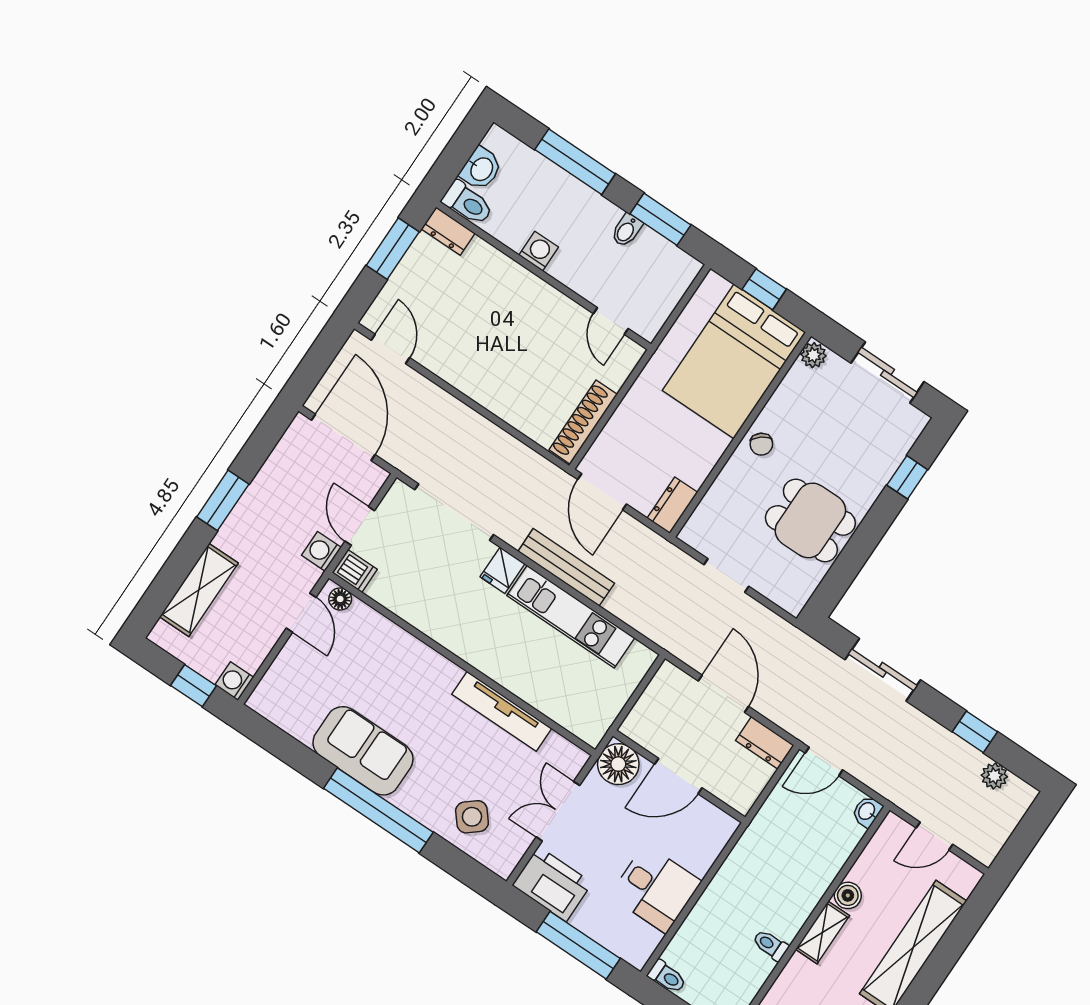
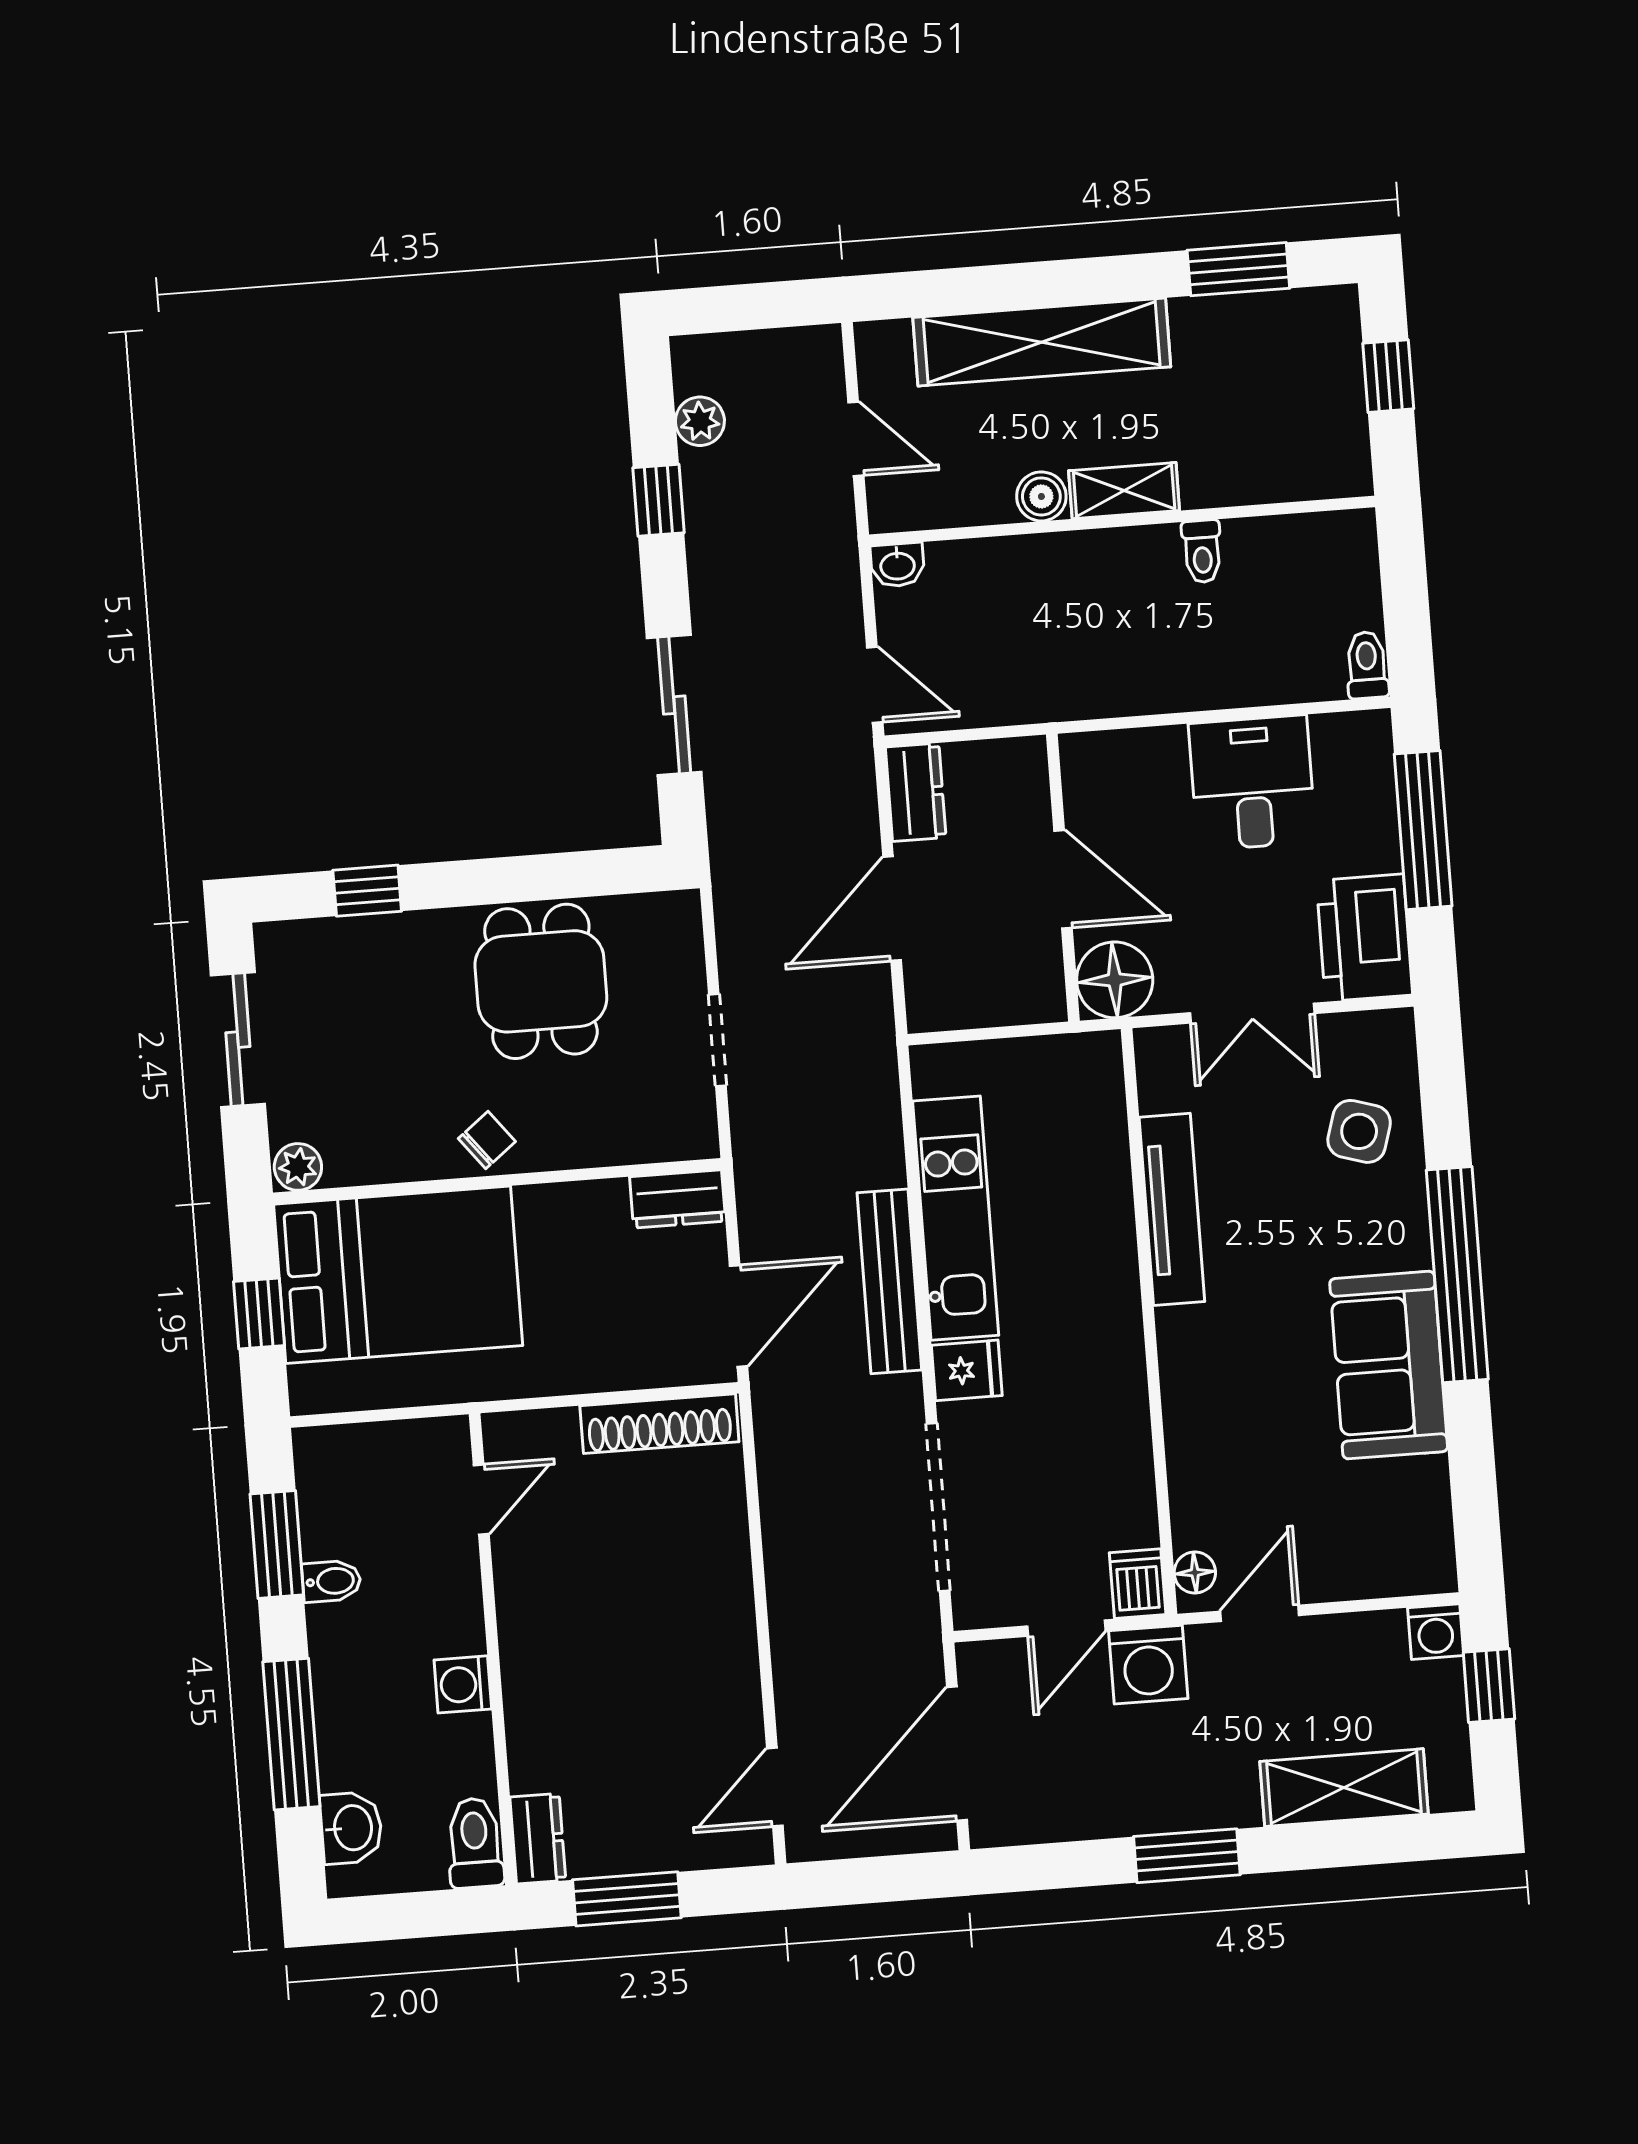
washbasin: (481, 169) -> (351, 1828), moved, turned 90
washing machine: (321, 551) -> (1148, 1665), width x1.38, depth x1.38
side table: (472, 817) -> (1359, 1131), turned -33

